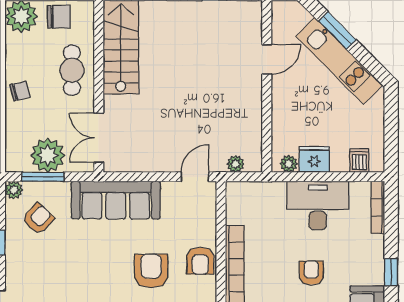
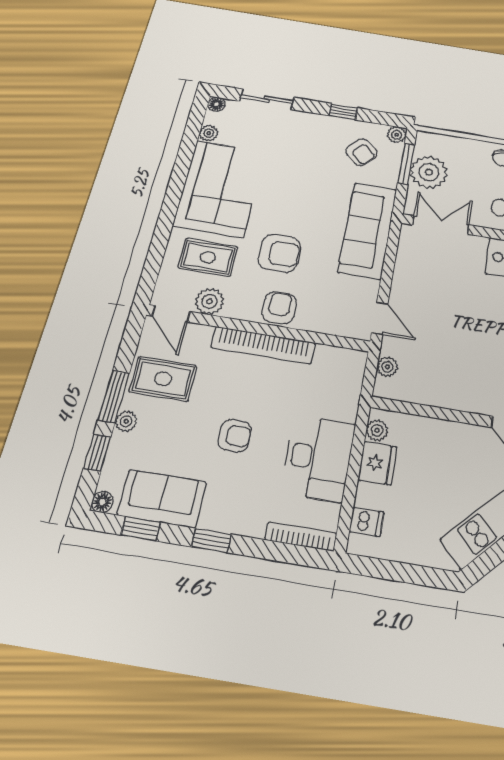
armchair: (200, 261) -> (279, 308), turned 90

